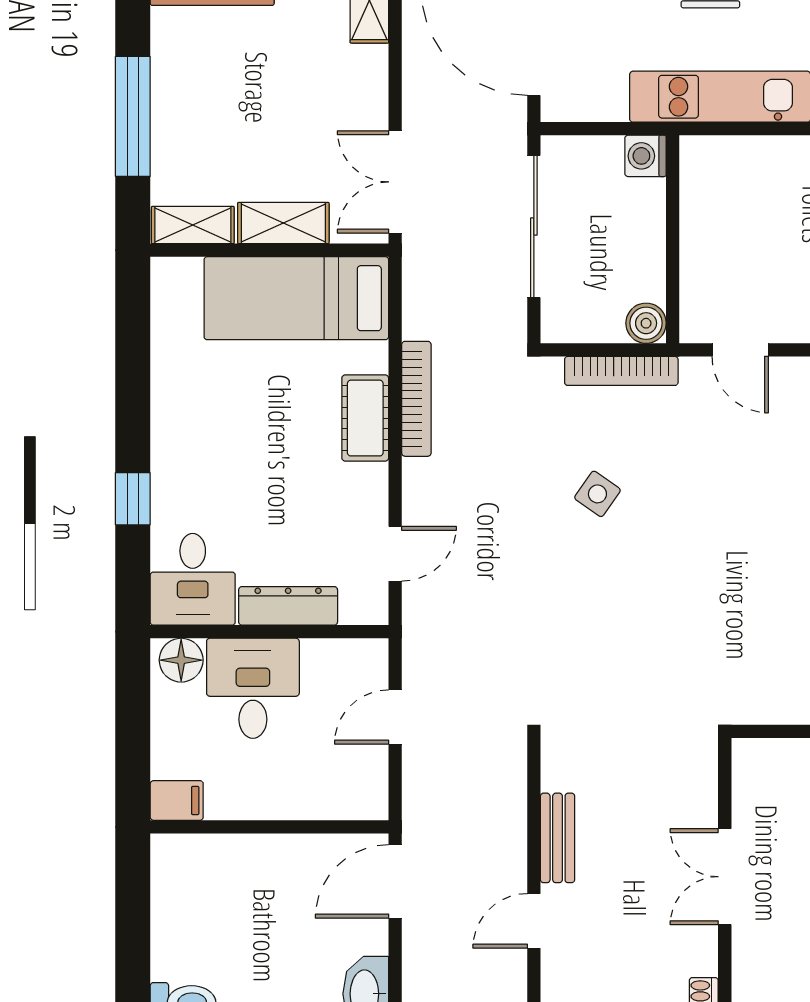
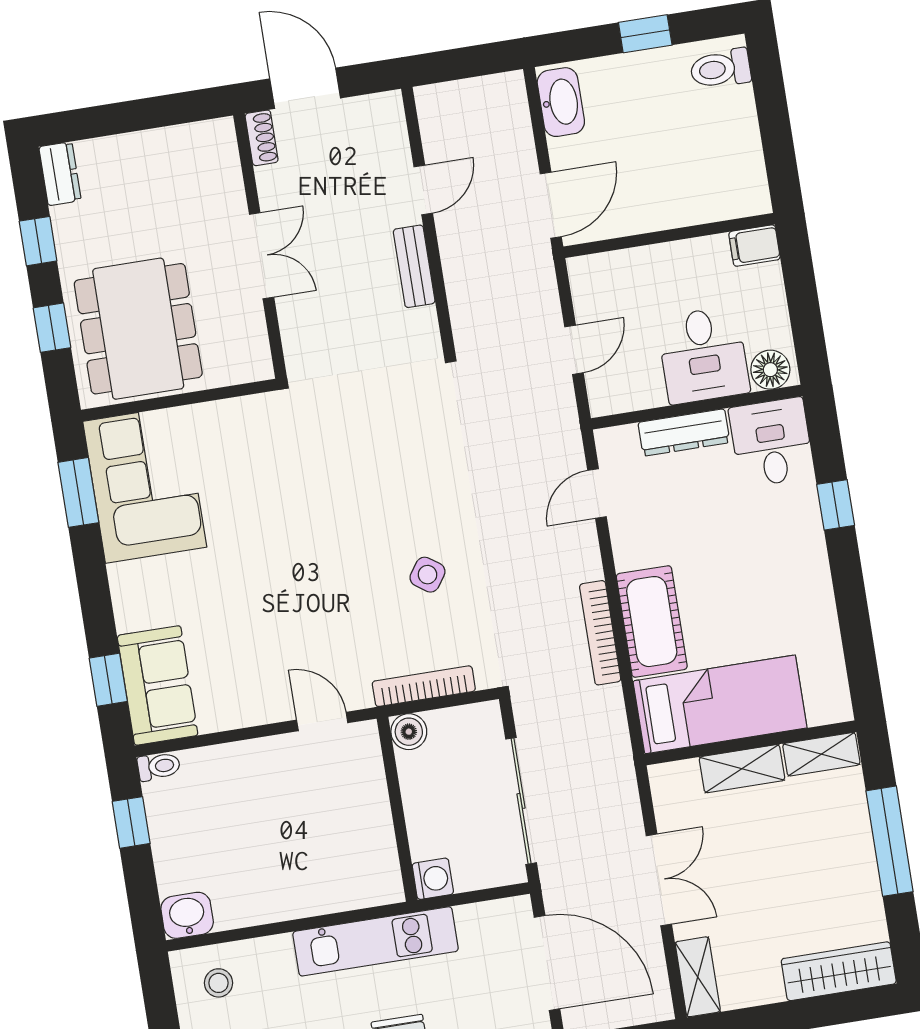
double door: (395, 182) -> (659, 880), moved
cot: (365, 418) -> (652, 622), width x1.37, depth x1.34

